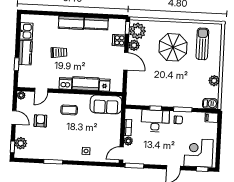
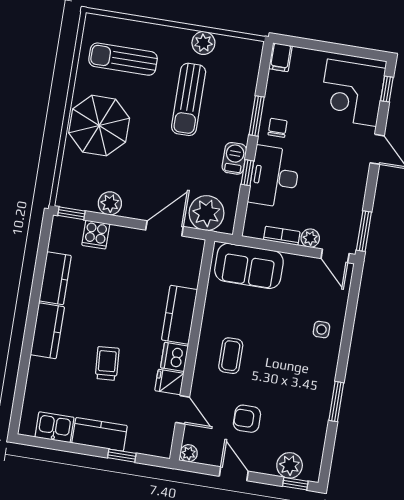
plant: (138, 31) -> (206, 213), moved
parasol: (173, 47) -> (99, 126), moved
door: (126, 61) -> (164, 228), moved
sun lounger: (187, 77) -> (189, 99), added
fridge: (105, 85) -> (169, 382), moved
sofa: (106, 104) -> (249, 266), moved, turned 90
barbecue: (210, 104) -> (234, 158), moved
door: (14, 118) -> (234, 474), hinge flipped

